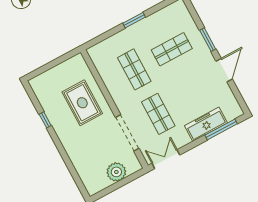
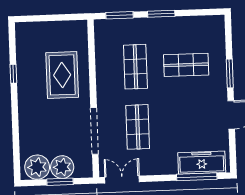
window: (103, 37) -> (119, 15), added
freezer: (206, 124) -> (202, 163), moved
plant: (98, 181) -> (37, 167), added
window: (120, 184) -> (60, 182), added

